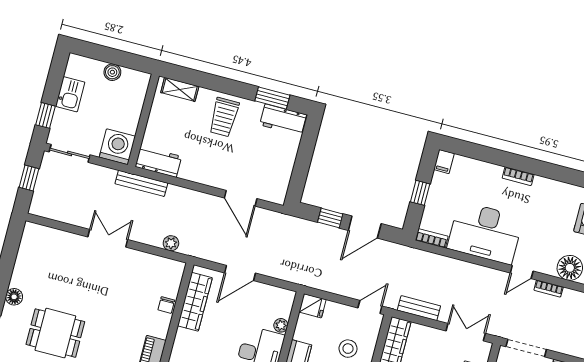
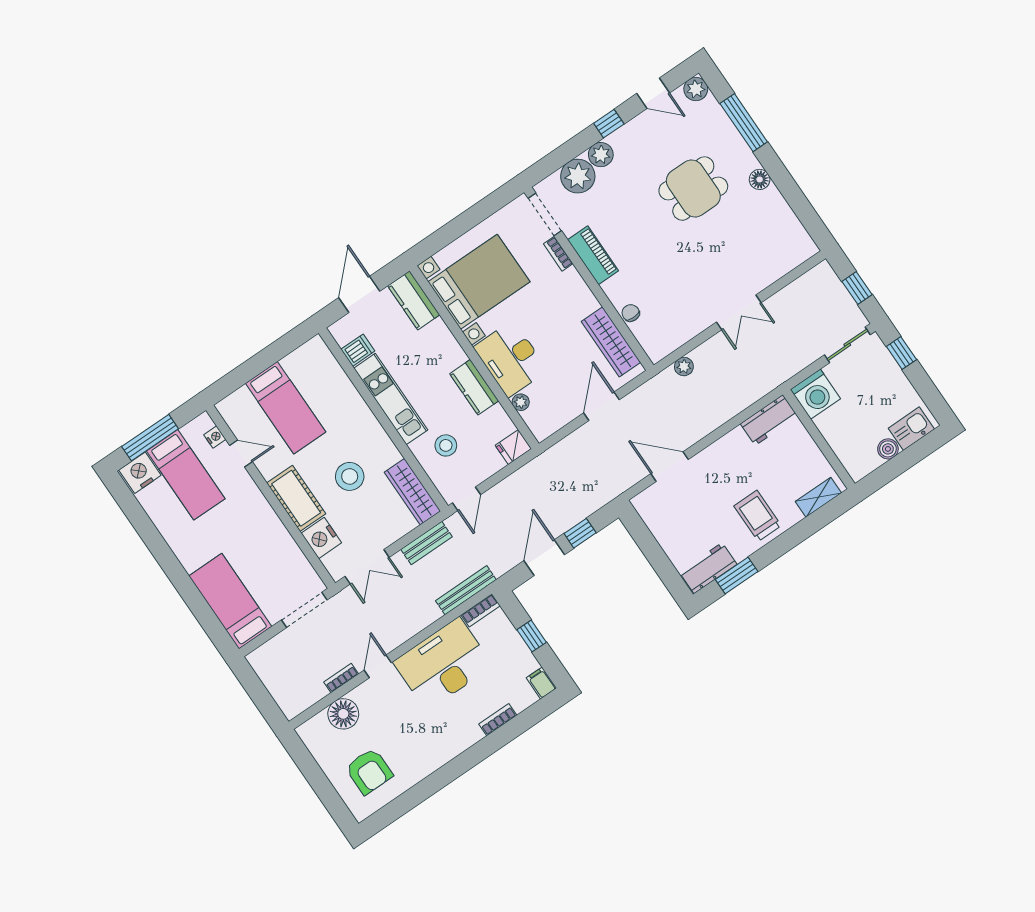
kitchen sink: (70, 94) -> (911, 429), moved, turned 90
bookcase: (518, 176) -> (498, 720), moved
bench: (141, 183) -> (466, 590), moved

